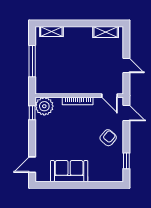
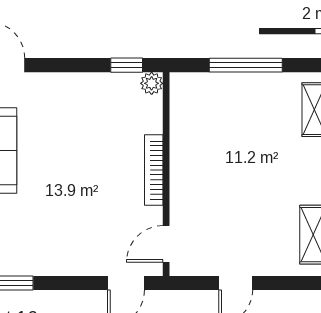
plant: (44, 106) -> (152, 83), width x0.53, depth x0.53
armchair: (108, 138) -> (69, 241), removed

